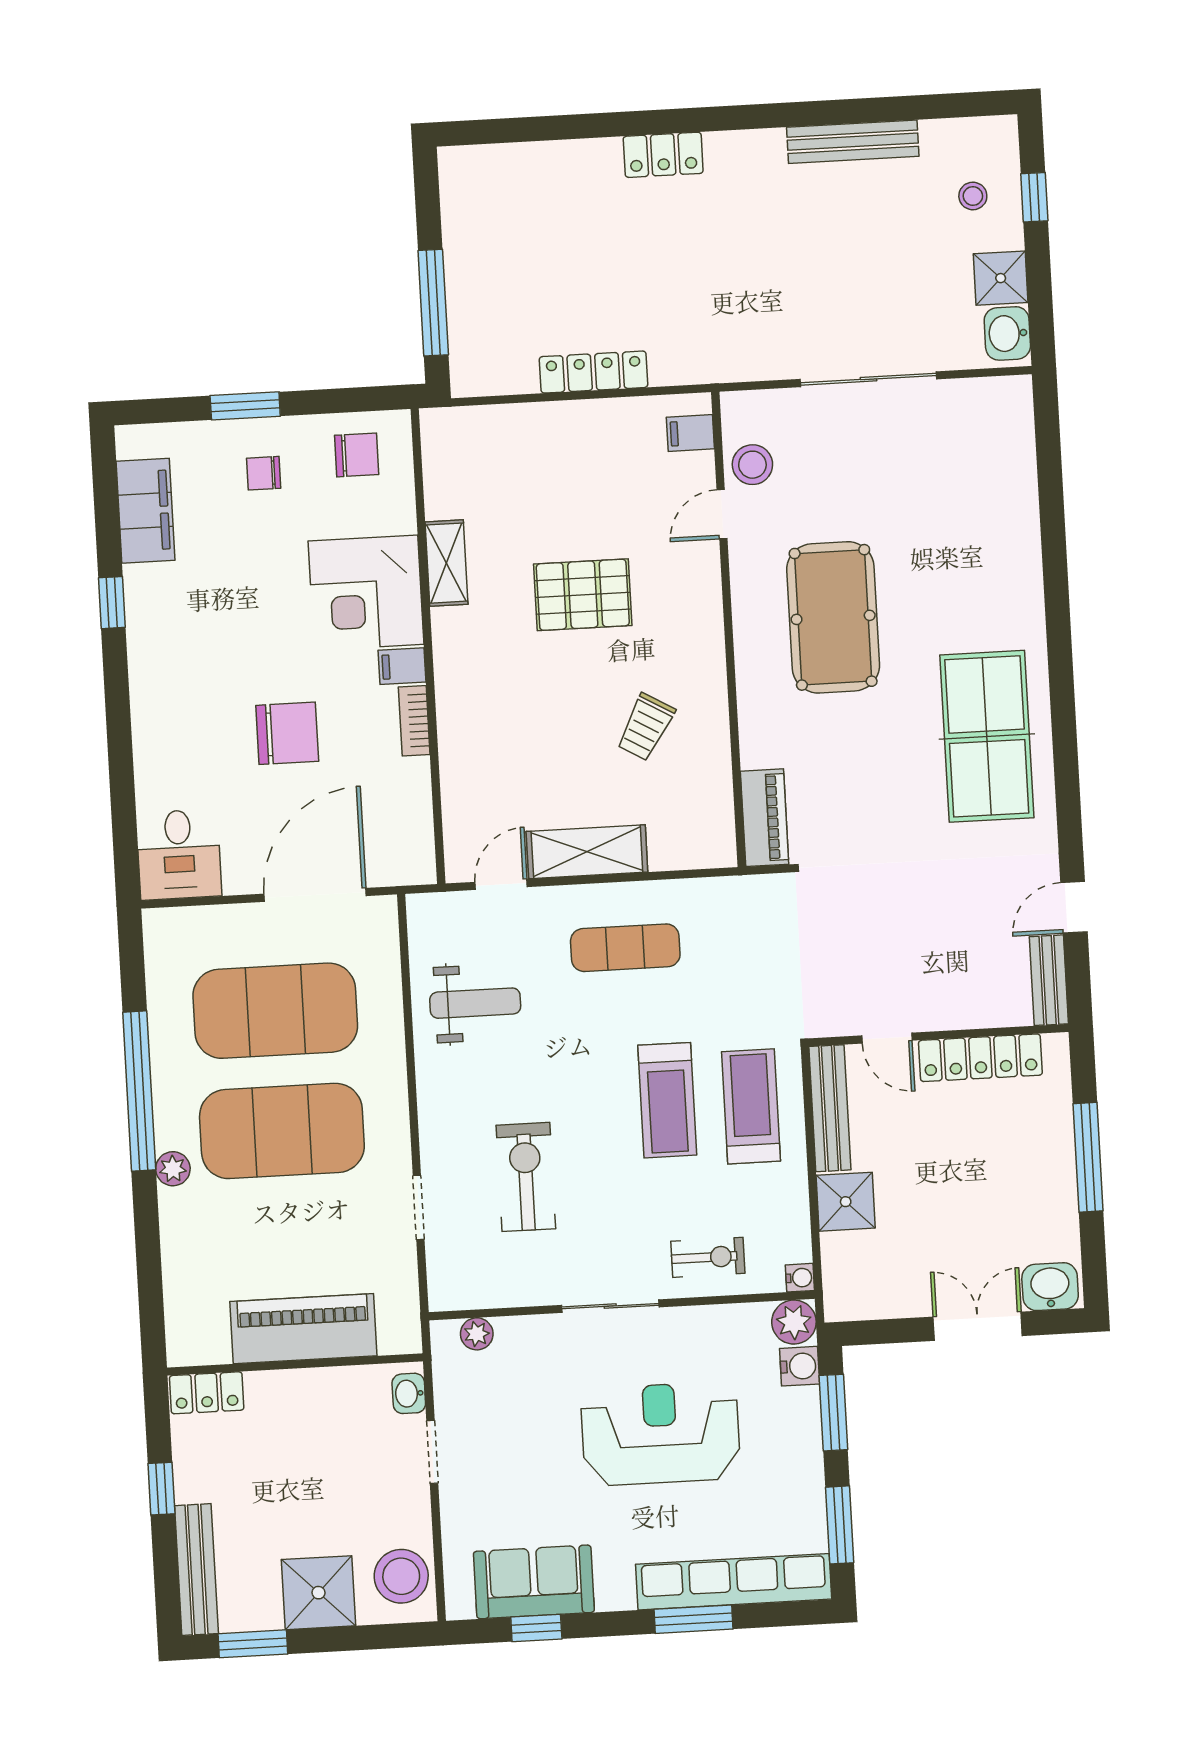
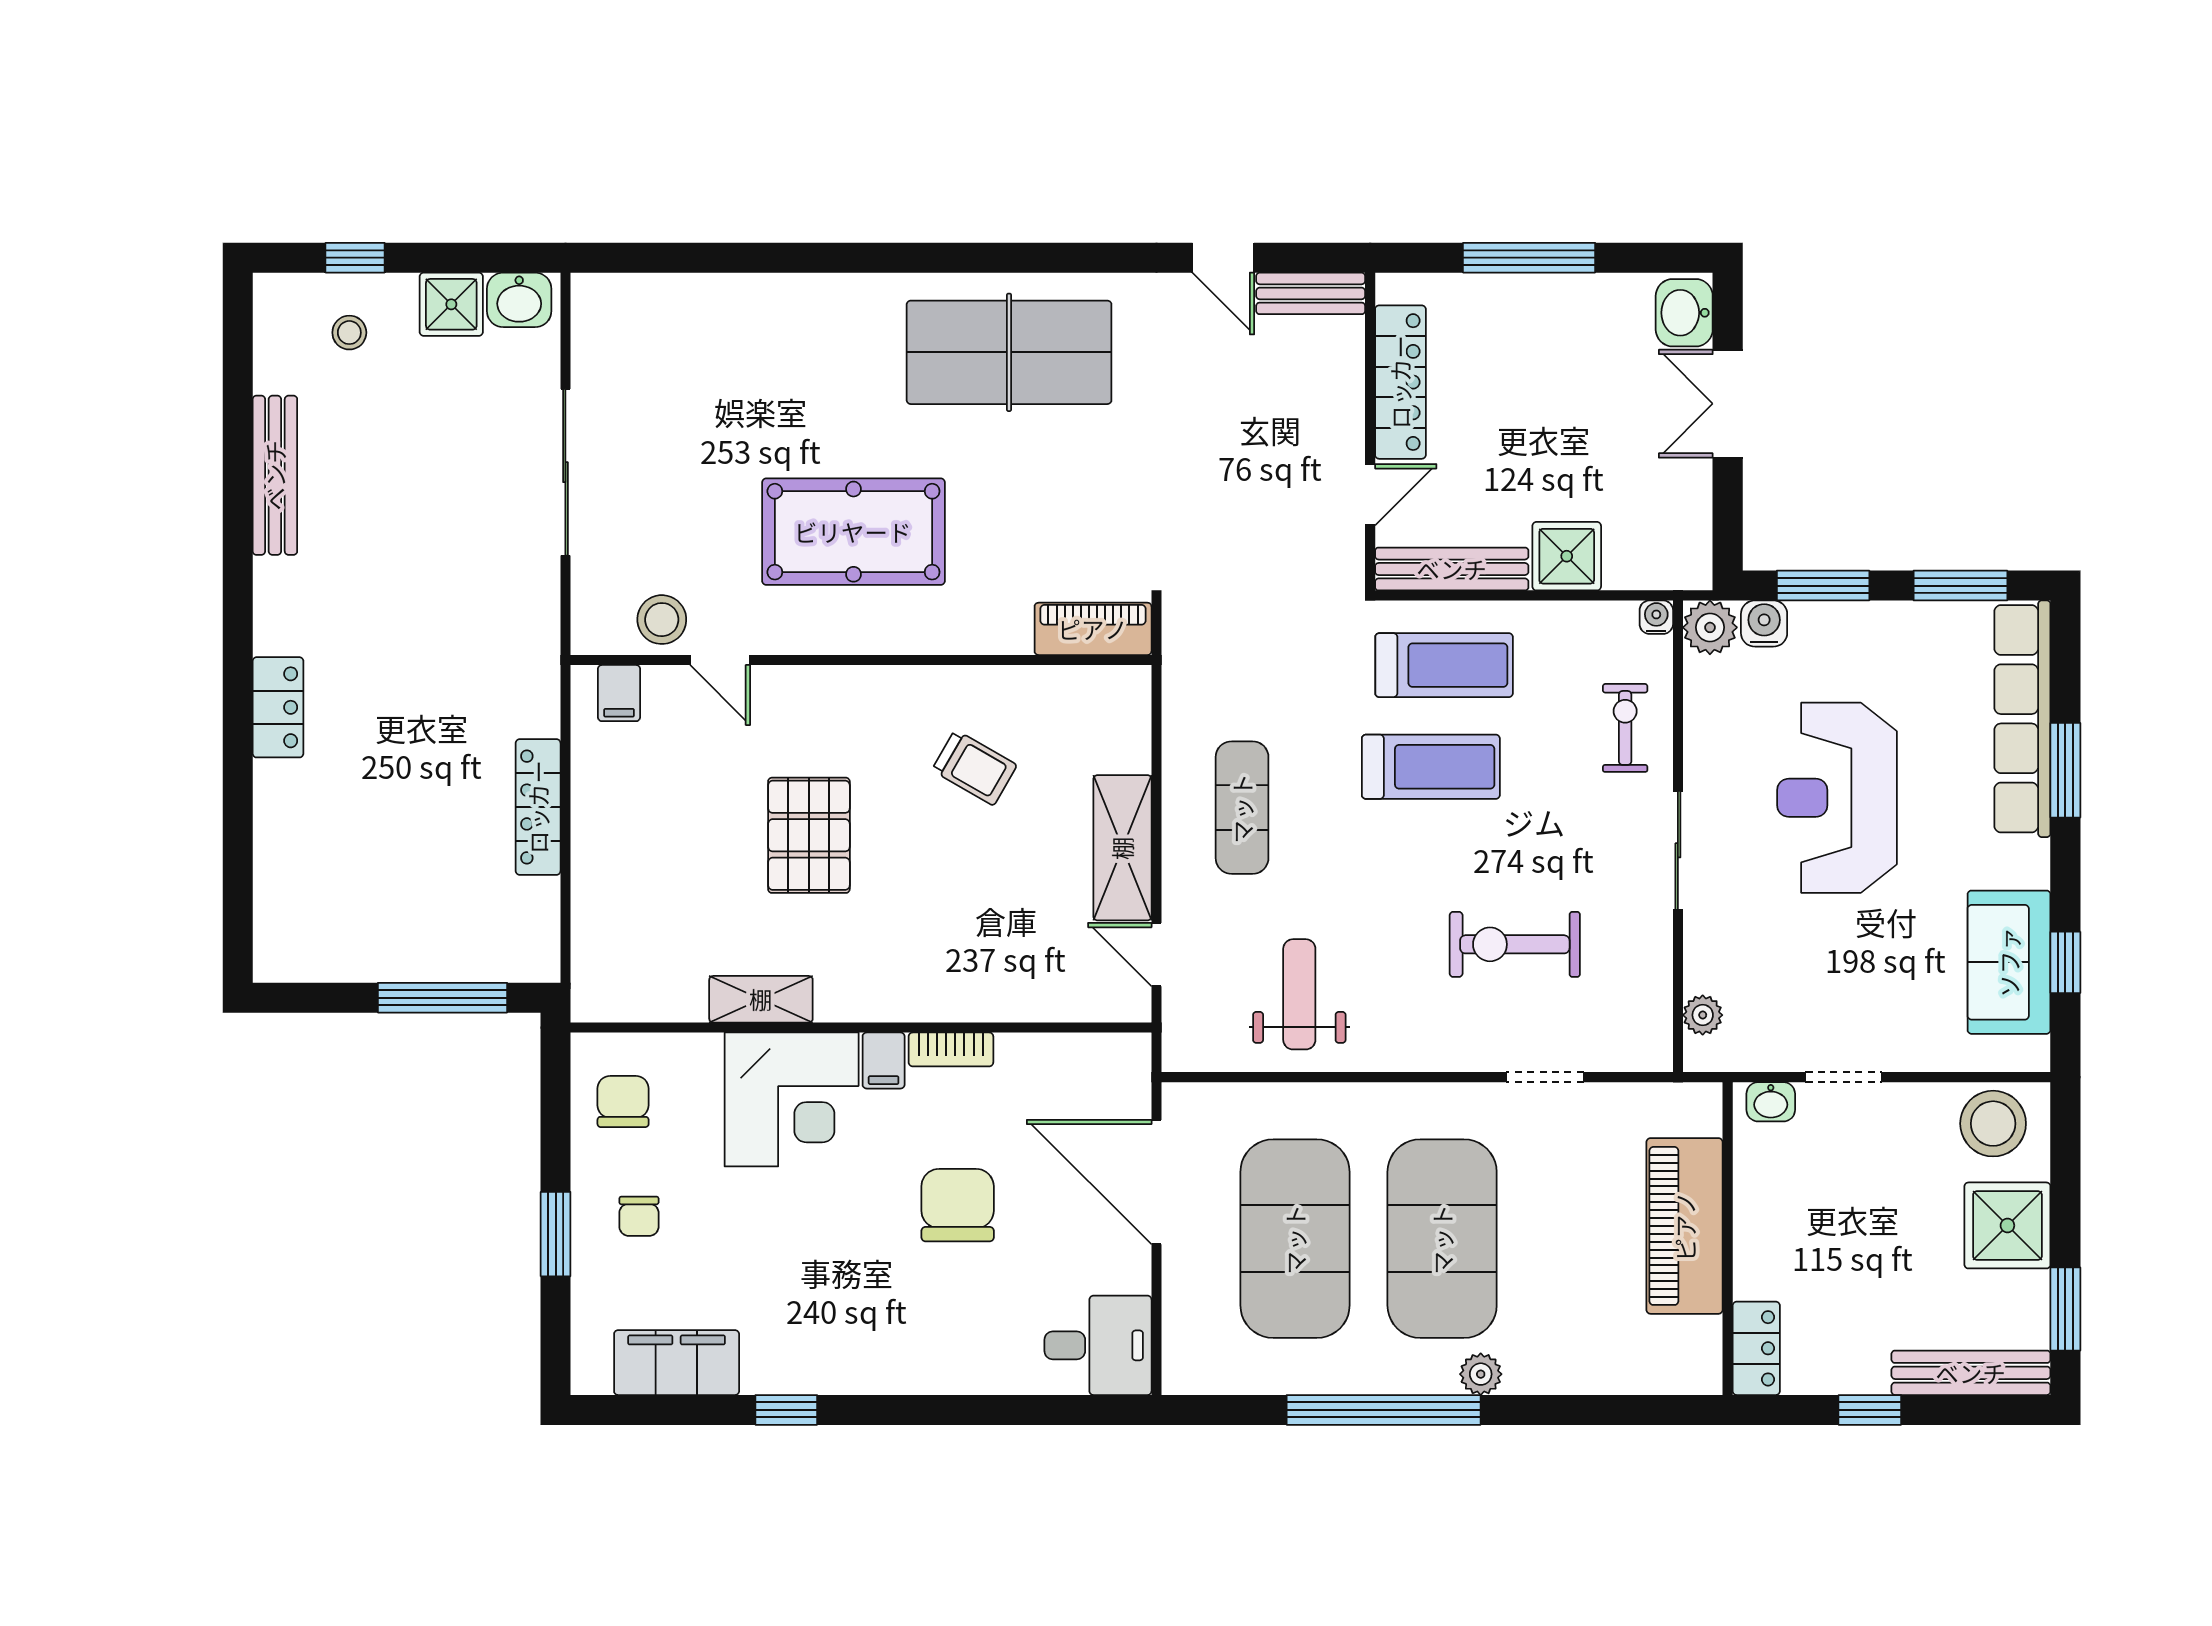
treadmill: (751, 1106) -> (1444, 665), turned 180

